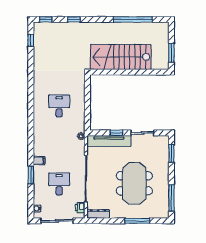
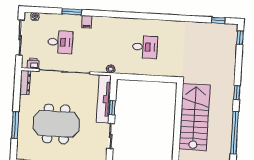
window: (74, 19) -> (237, 93), moved

